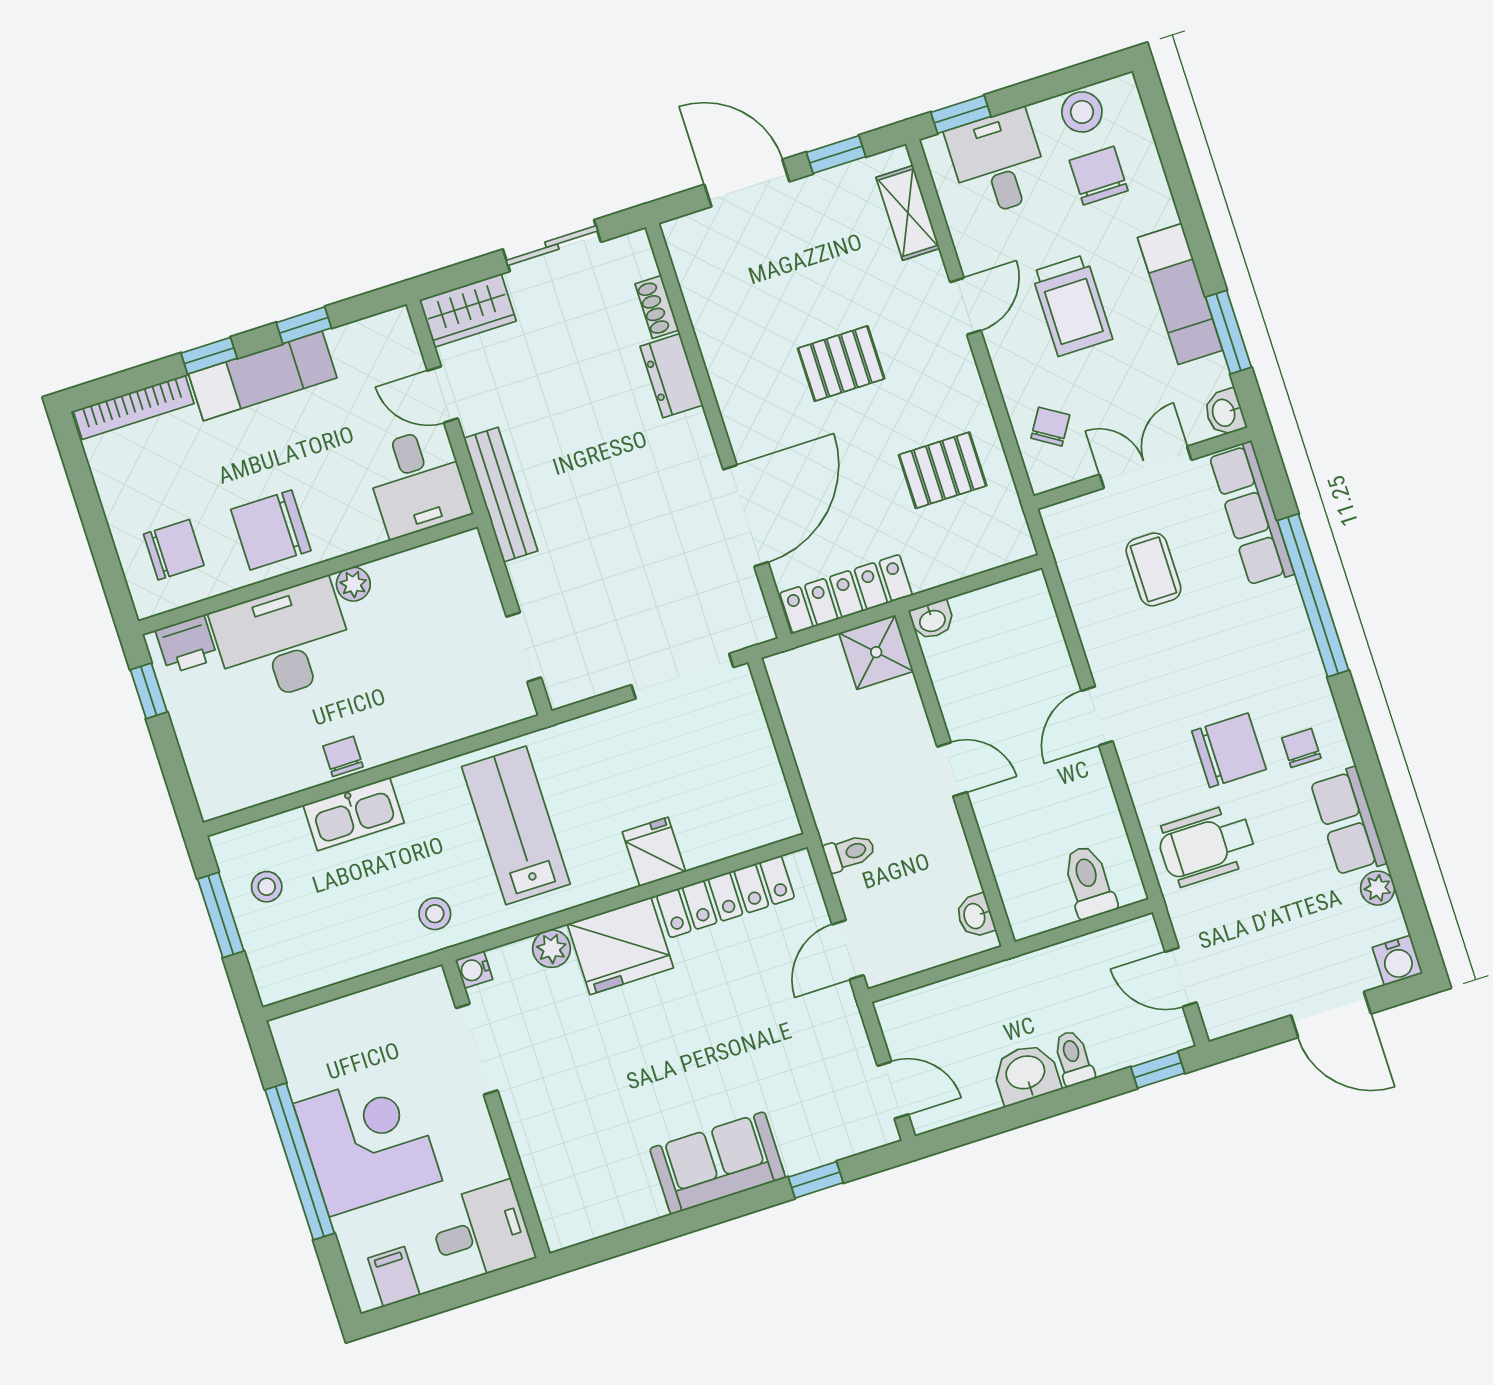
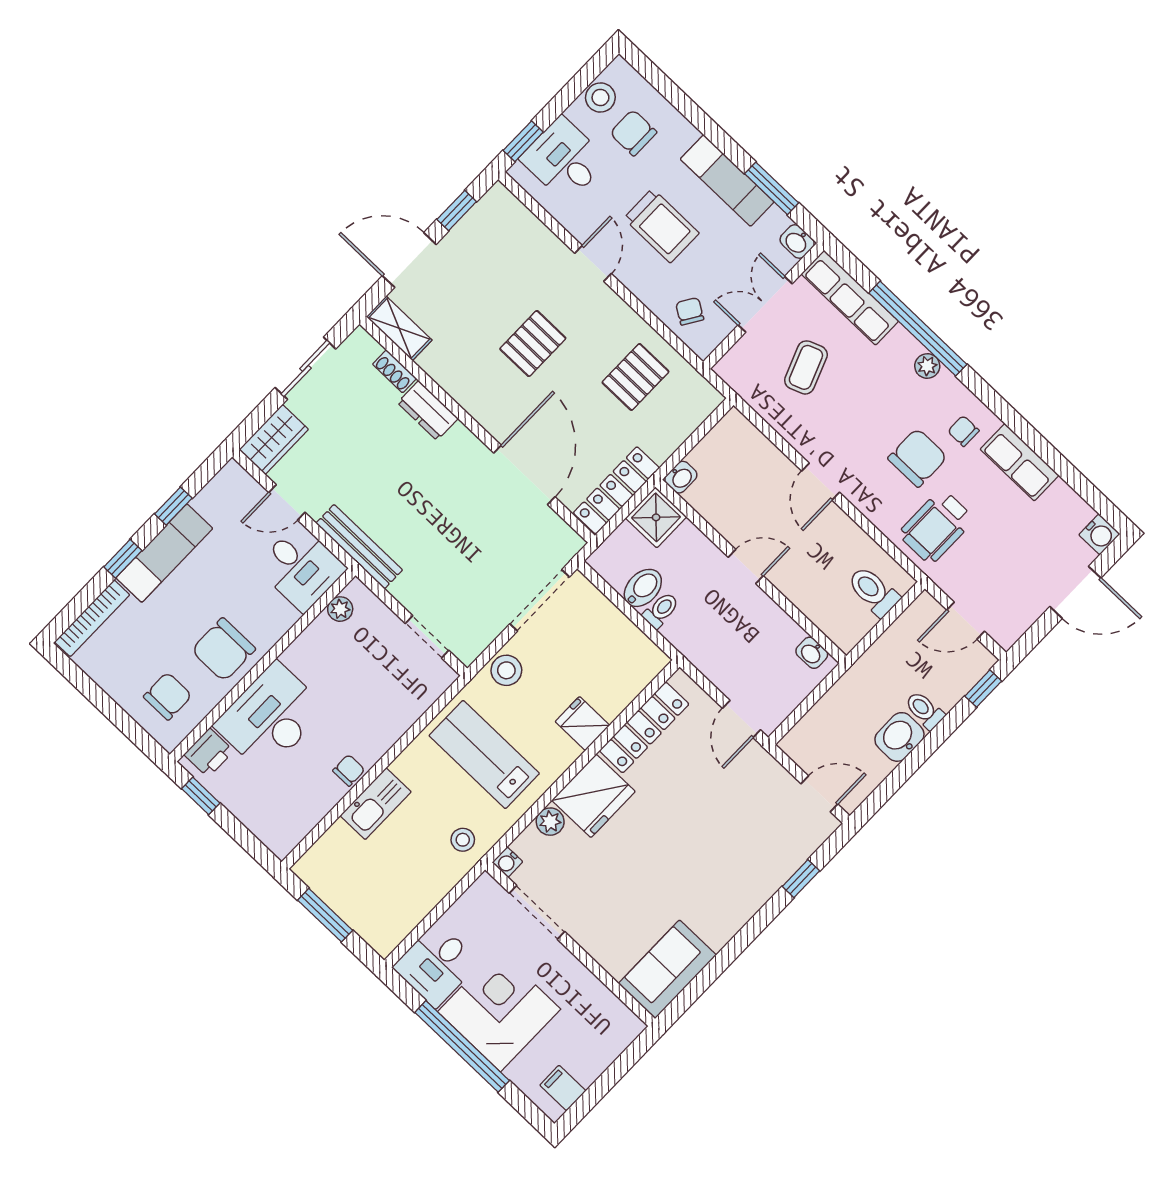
shelving: (908, 213) -> (399, 328), moved
coffee table: (1153, 569) -> (806, 367), turned 69
plant: (353, 584) -> (340, 609), moved
bidet: (815, 728) -> (643, 588), added
chair: (343, 756) -> (349, 770), turned 90
toilet: (849, 853) -> (661, 610), moved
stool: (267, 887) -> (506, 670), moved, width x1.37, depth x1.37
plant: (1378, 888) -> (927, 366), moved
sofa: (718, 1163) -> (667, 969), moved
desk: (481, 1232) -> (436, 965), moved, turned 180

